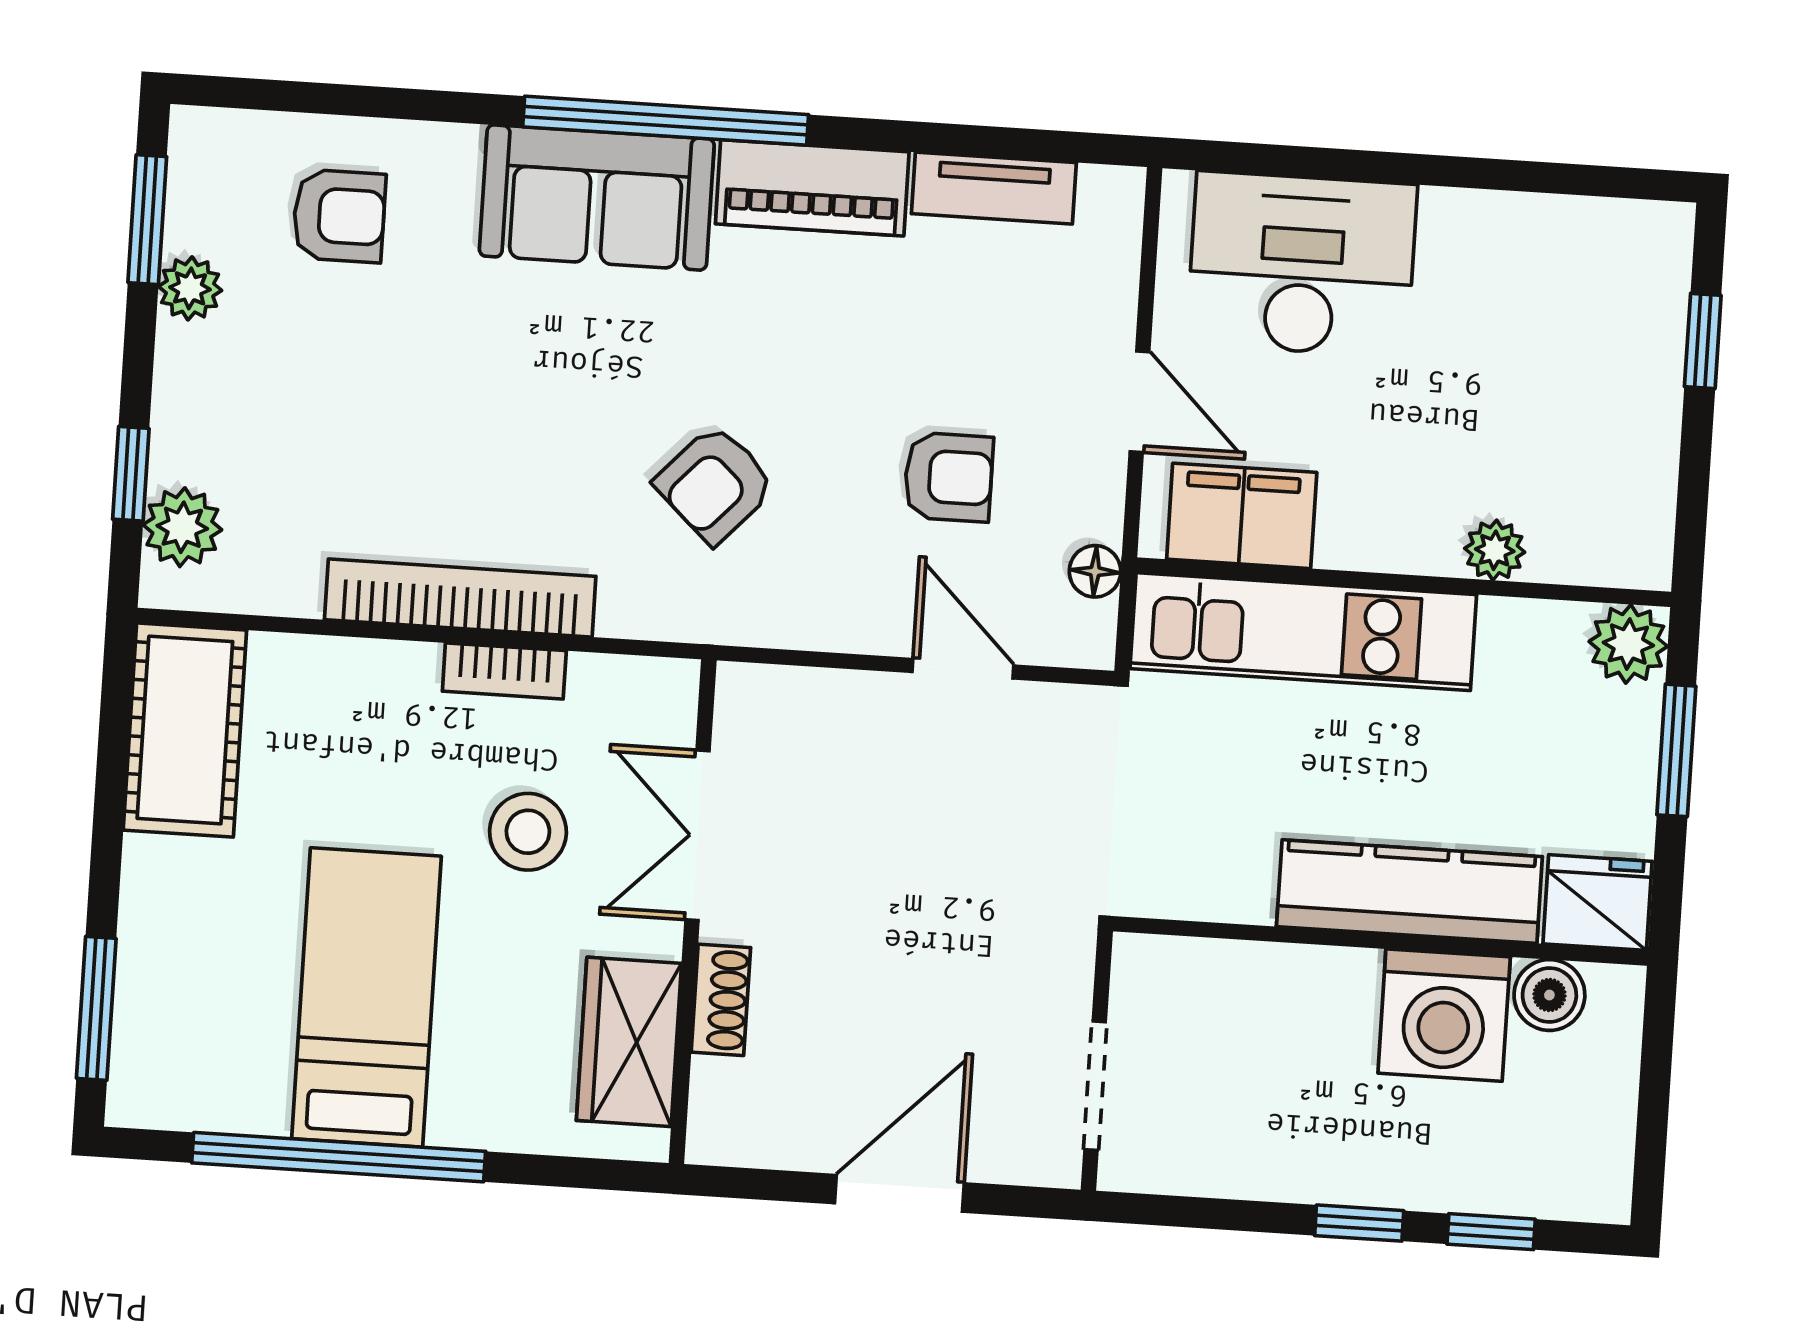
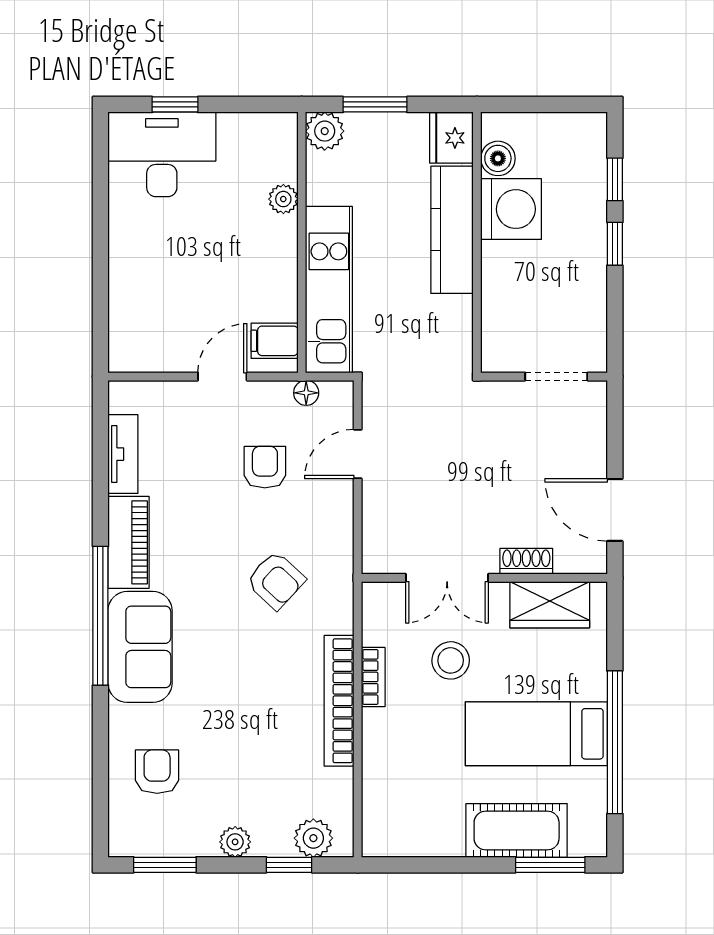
desk: (1302, 264) -> (162, 154), moved, turned 90
plant: (190, 288) -> (235, 842), moved
filing cabinet: (1242, 516) -> (275, 341), width x0.50
cot: (185, 730) -> (517, 830), moved
door: (899, 1193) -> (615, 510), moved

